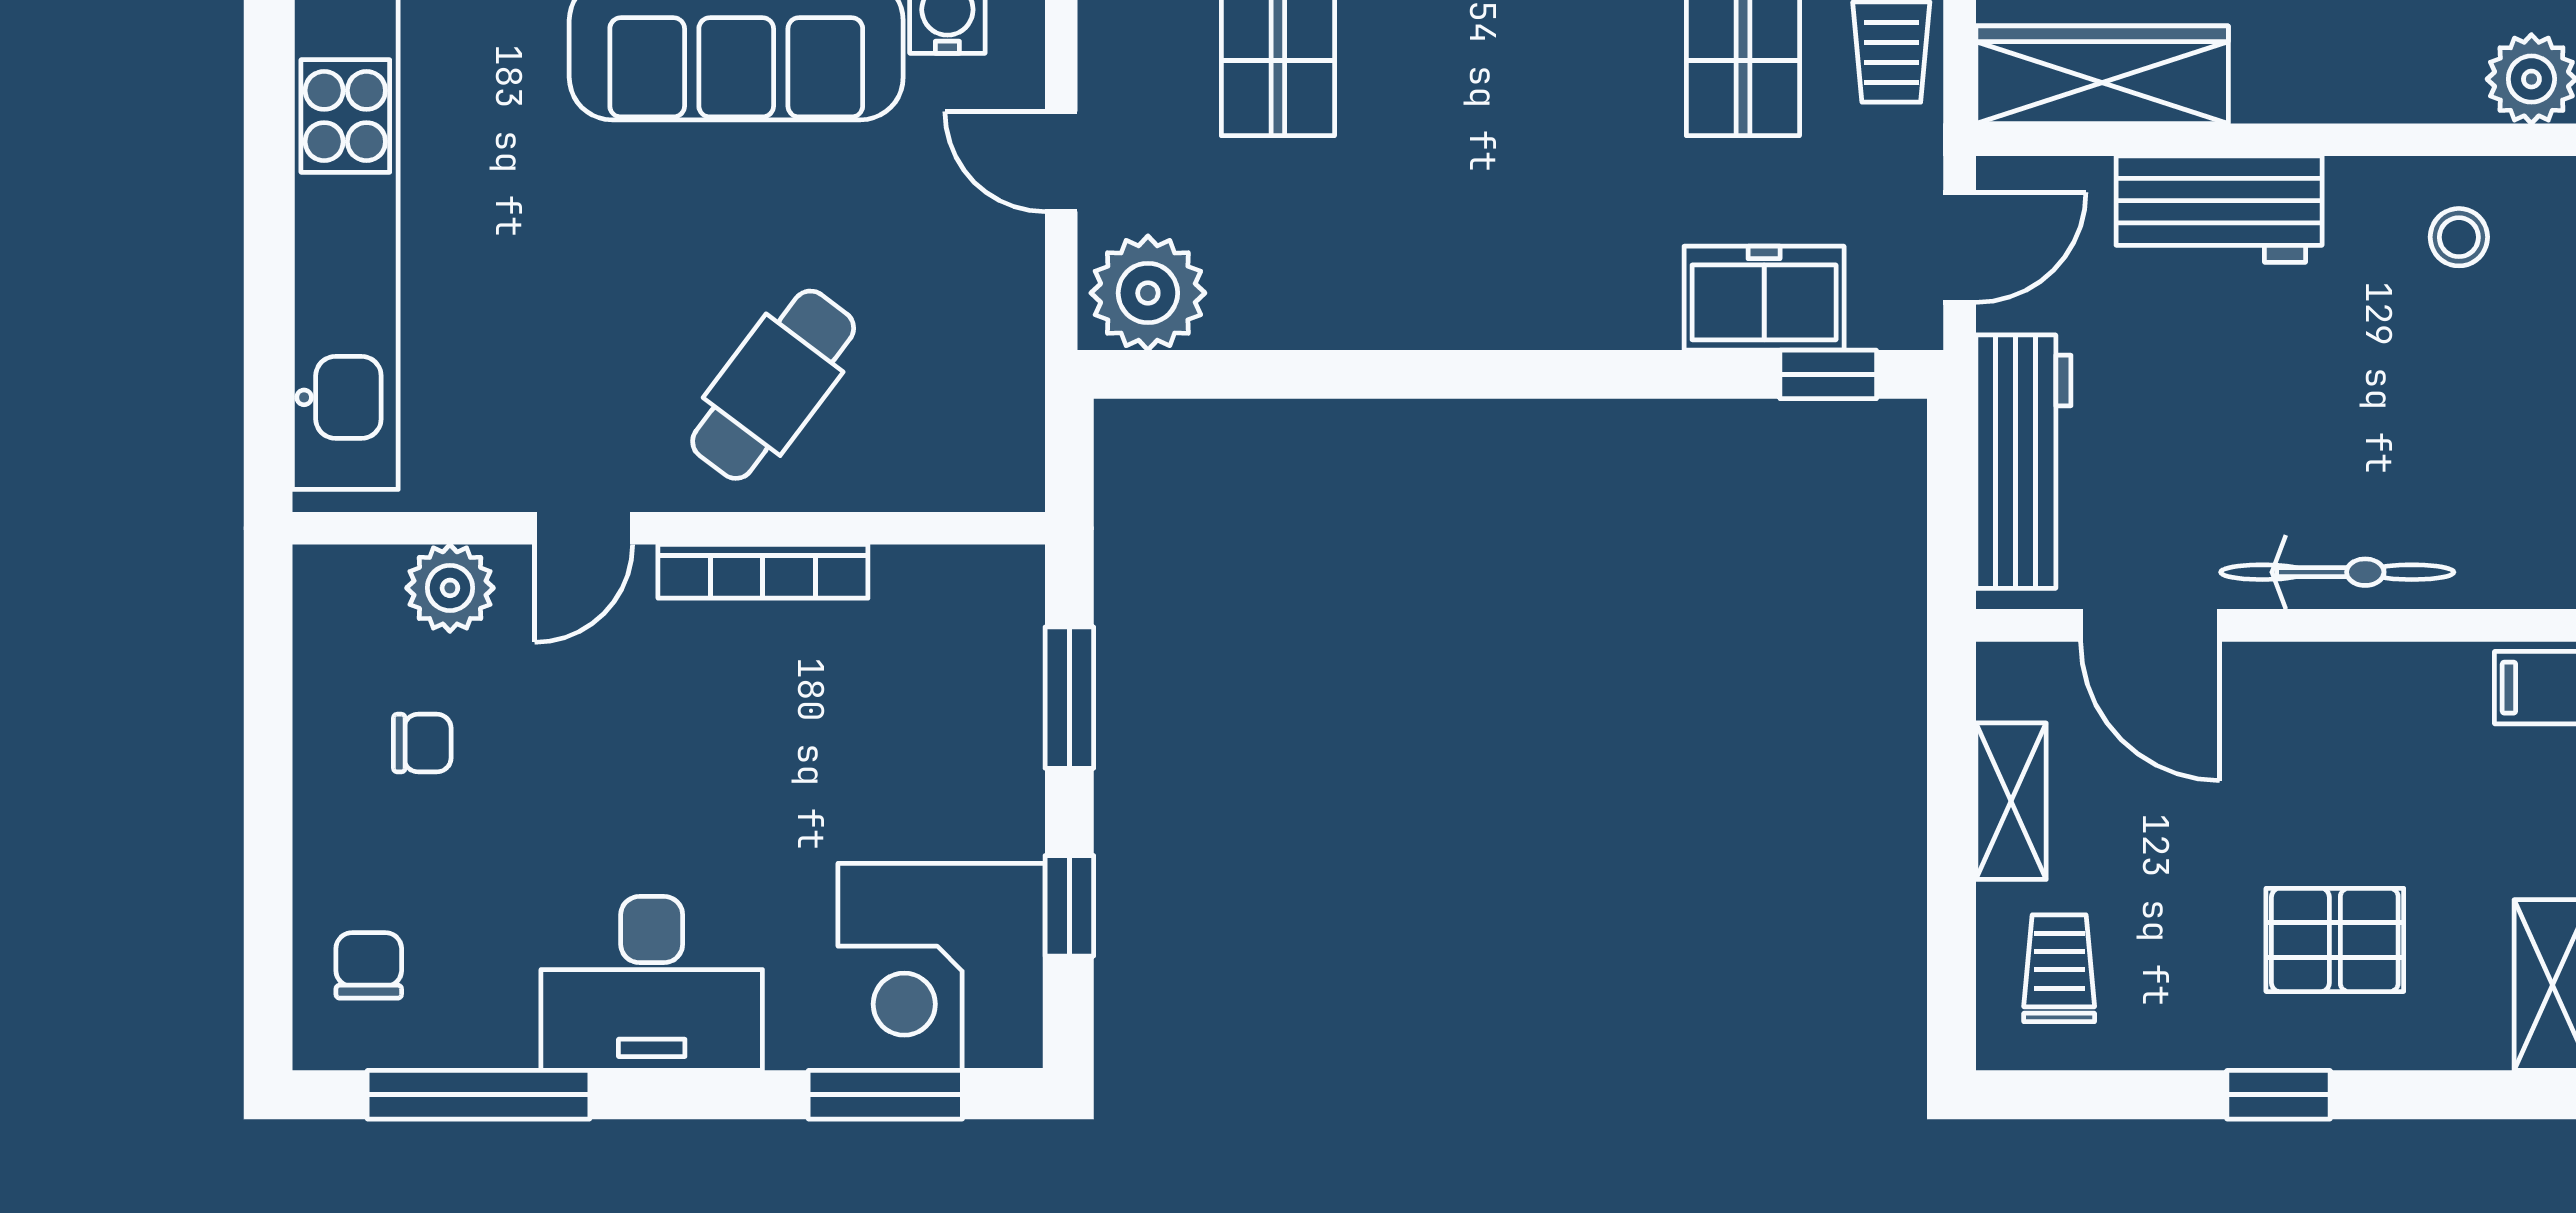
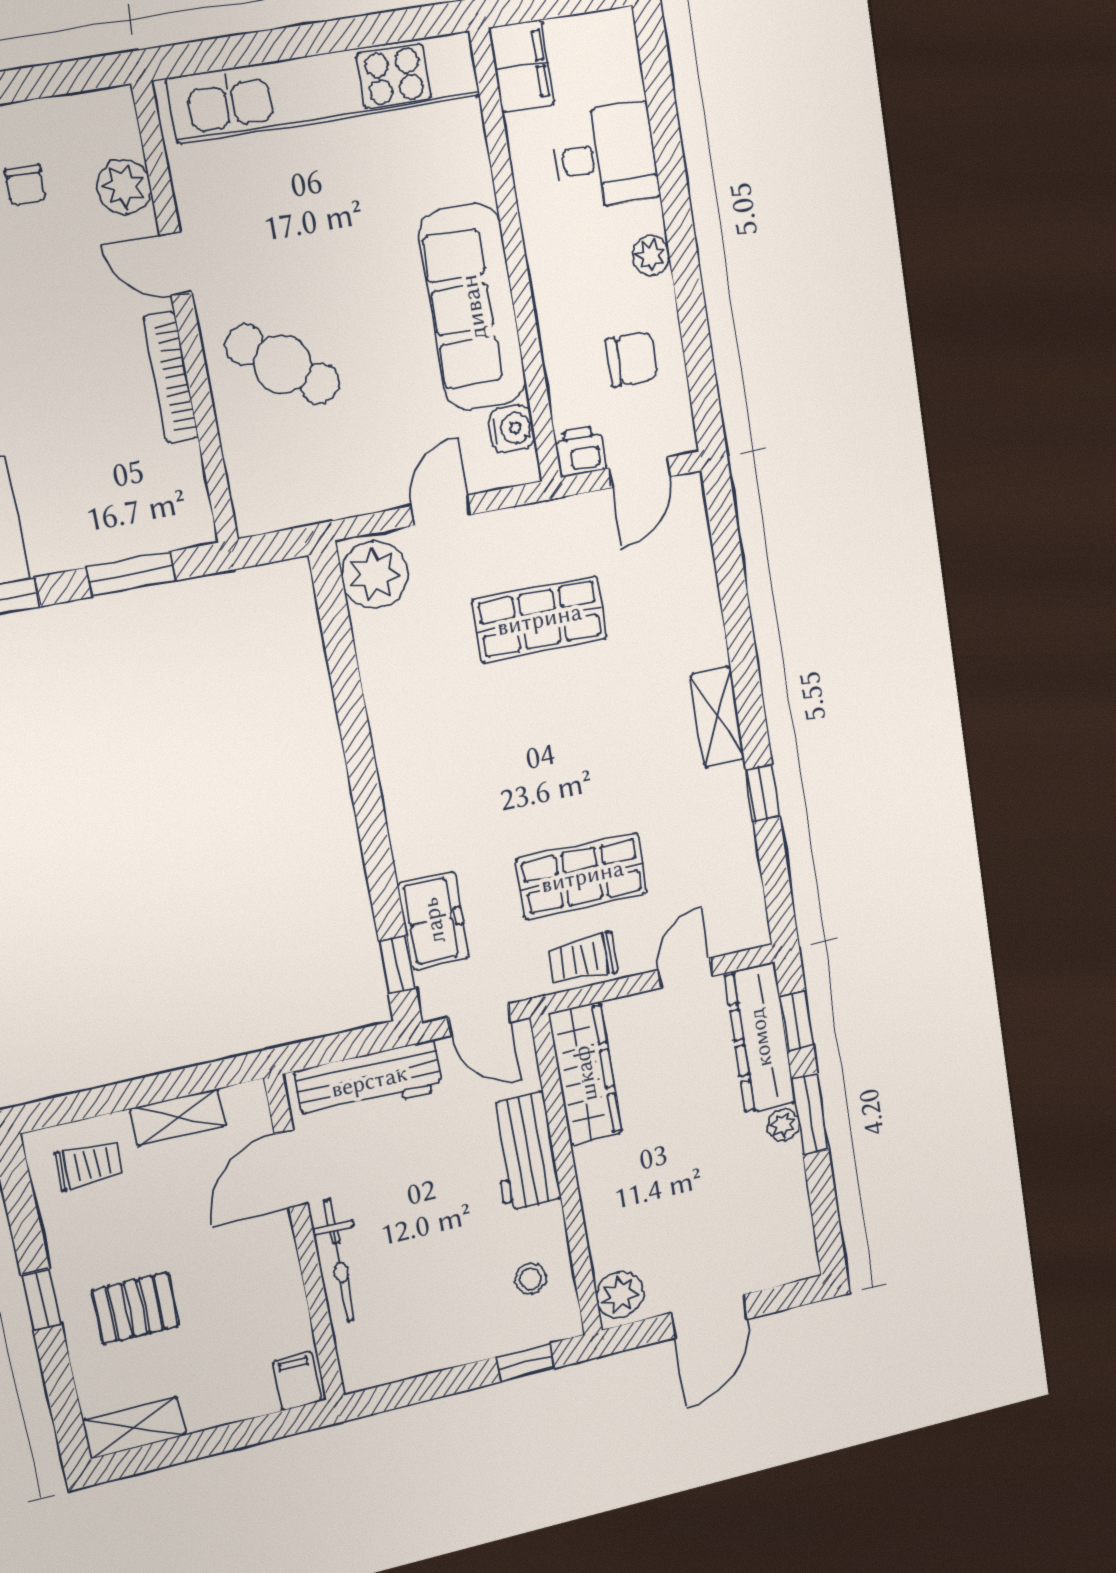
pallet: (2335, 940) -> (135, 1308), turned 90

